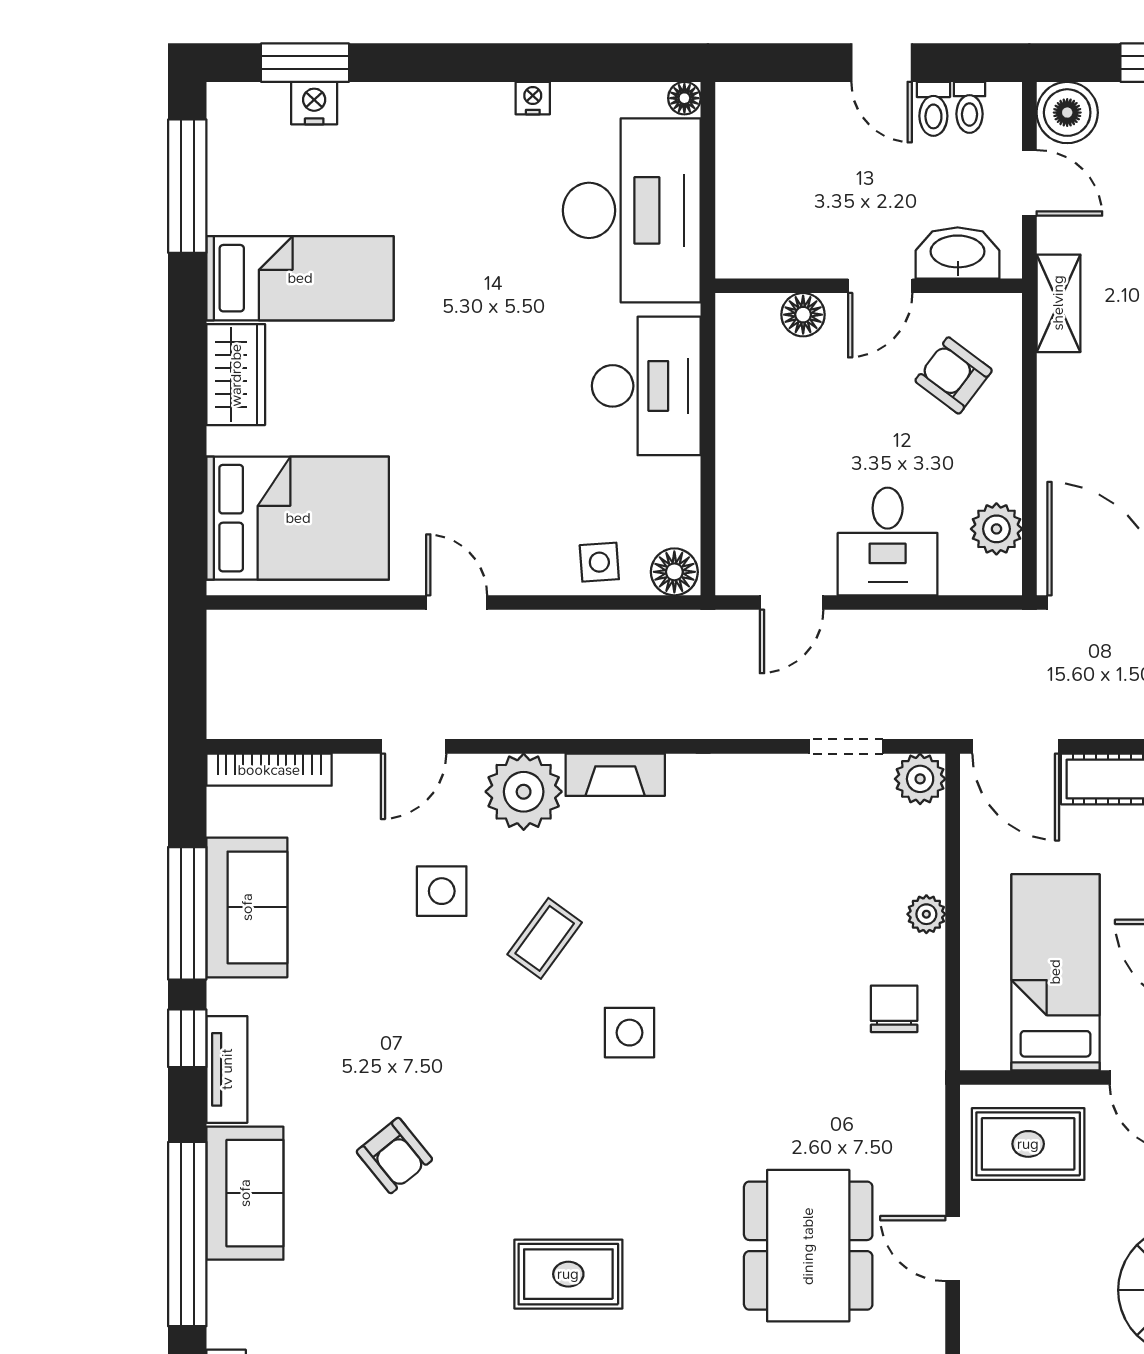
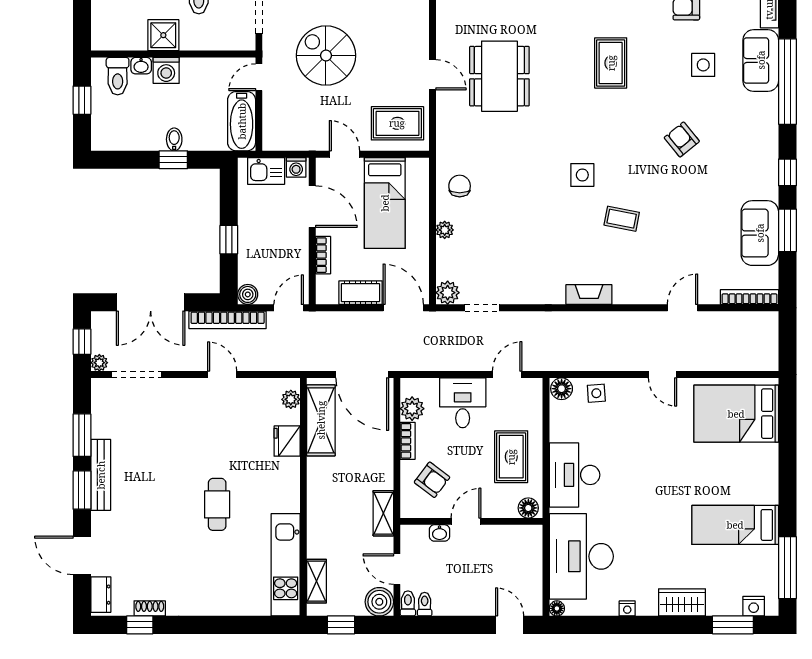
door: (882, 63) -> (510, 625), moved
nightstand: (314, 103) -> (754, 606), moved
toilet: (933, 109) -> (408, 603), moved
washbasin: (958, 253) -> (439, 533), width x0.52, depth x0.69
floor lamp: (803, 315) -> (528, 508), moved
wardrobe: (236, 375) -> (682, 602), moved, turned 90
rug: (783, 425) -> (511, 457), added
bookcase: (1006, 459) -> (408, 441), added
plant: (524, 792) -> (631, 287), removed
side table: (442, 891) -> (703, 65), moved
window: (187, 913) -> (787, 230), width x0.69
coffee table: (545, 938) -> (622, 219), turned 65
chair: (894, 1009) -> (460, 186), turned 180
tv unit: (227, 1069) -> (769, 158), removed
armchair: (394, 1156) -> (682, 139), moved
sofa: (245, 1193) -> (761, 60), moved
rug: (568, 1274) -> (611, 63), turned 90

